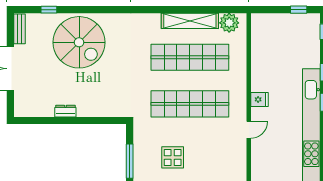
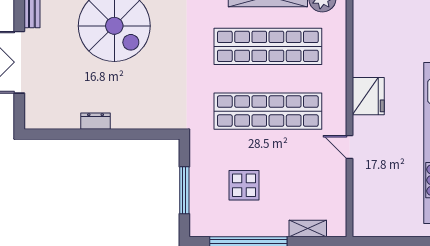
fridge: (259, 99) -> (368, 96), width x1.88, depth x1.34
door: (249, 130) -> (349, 147), swing flipped

